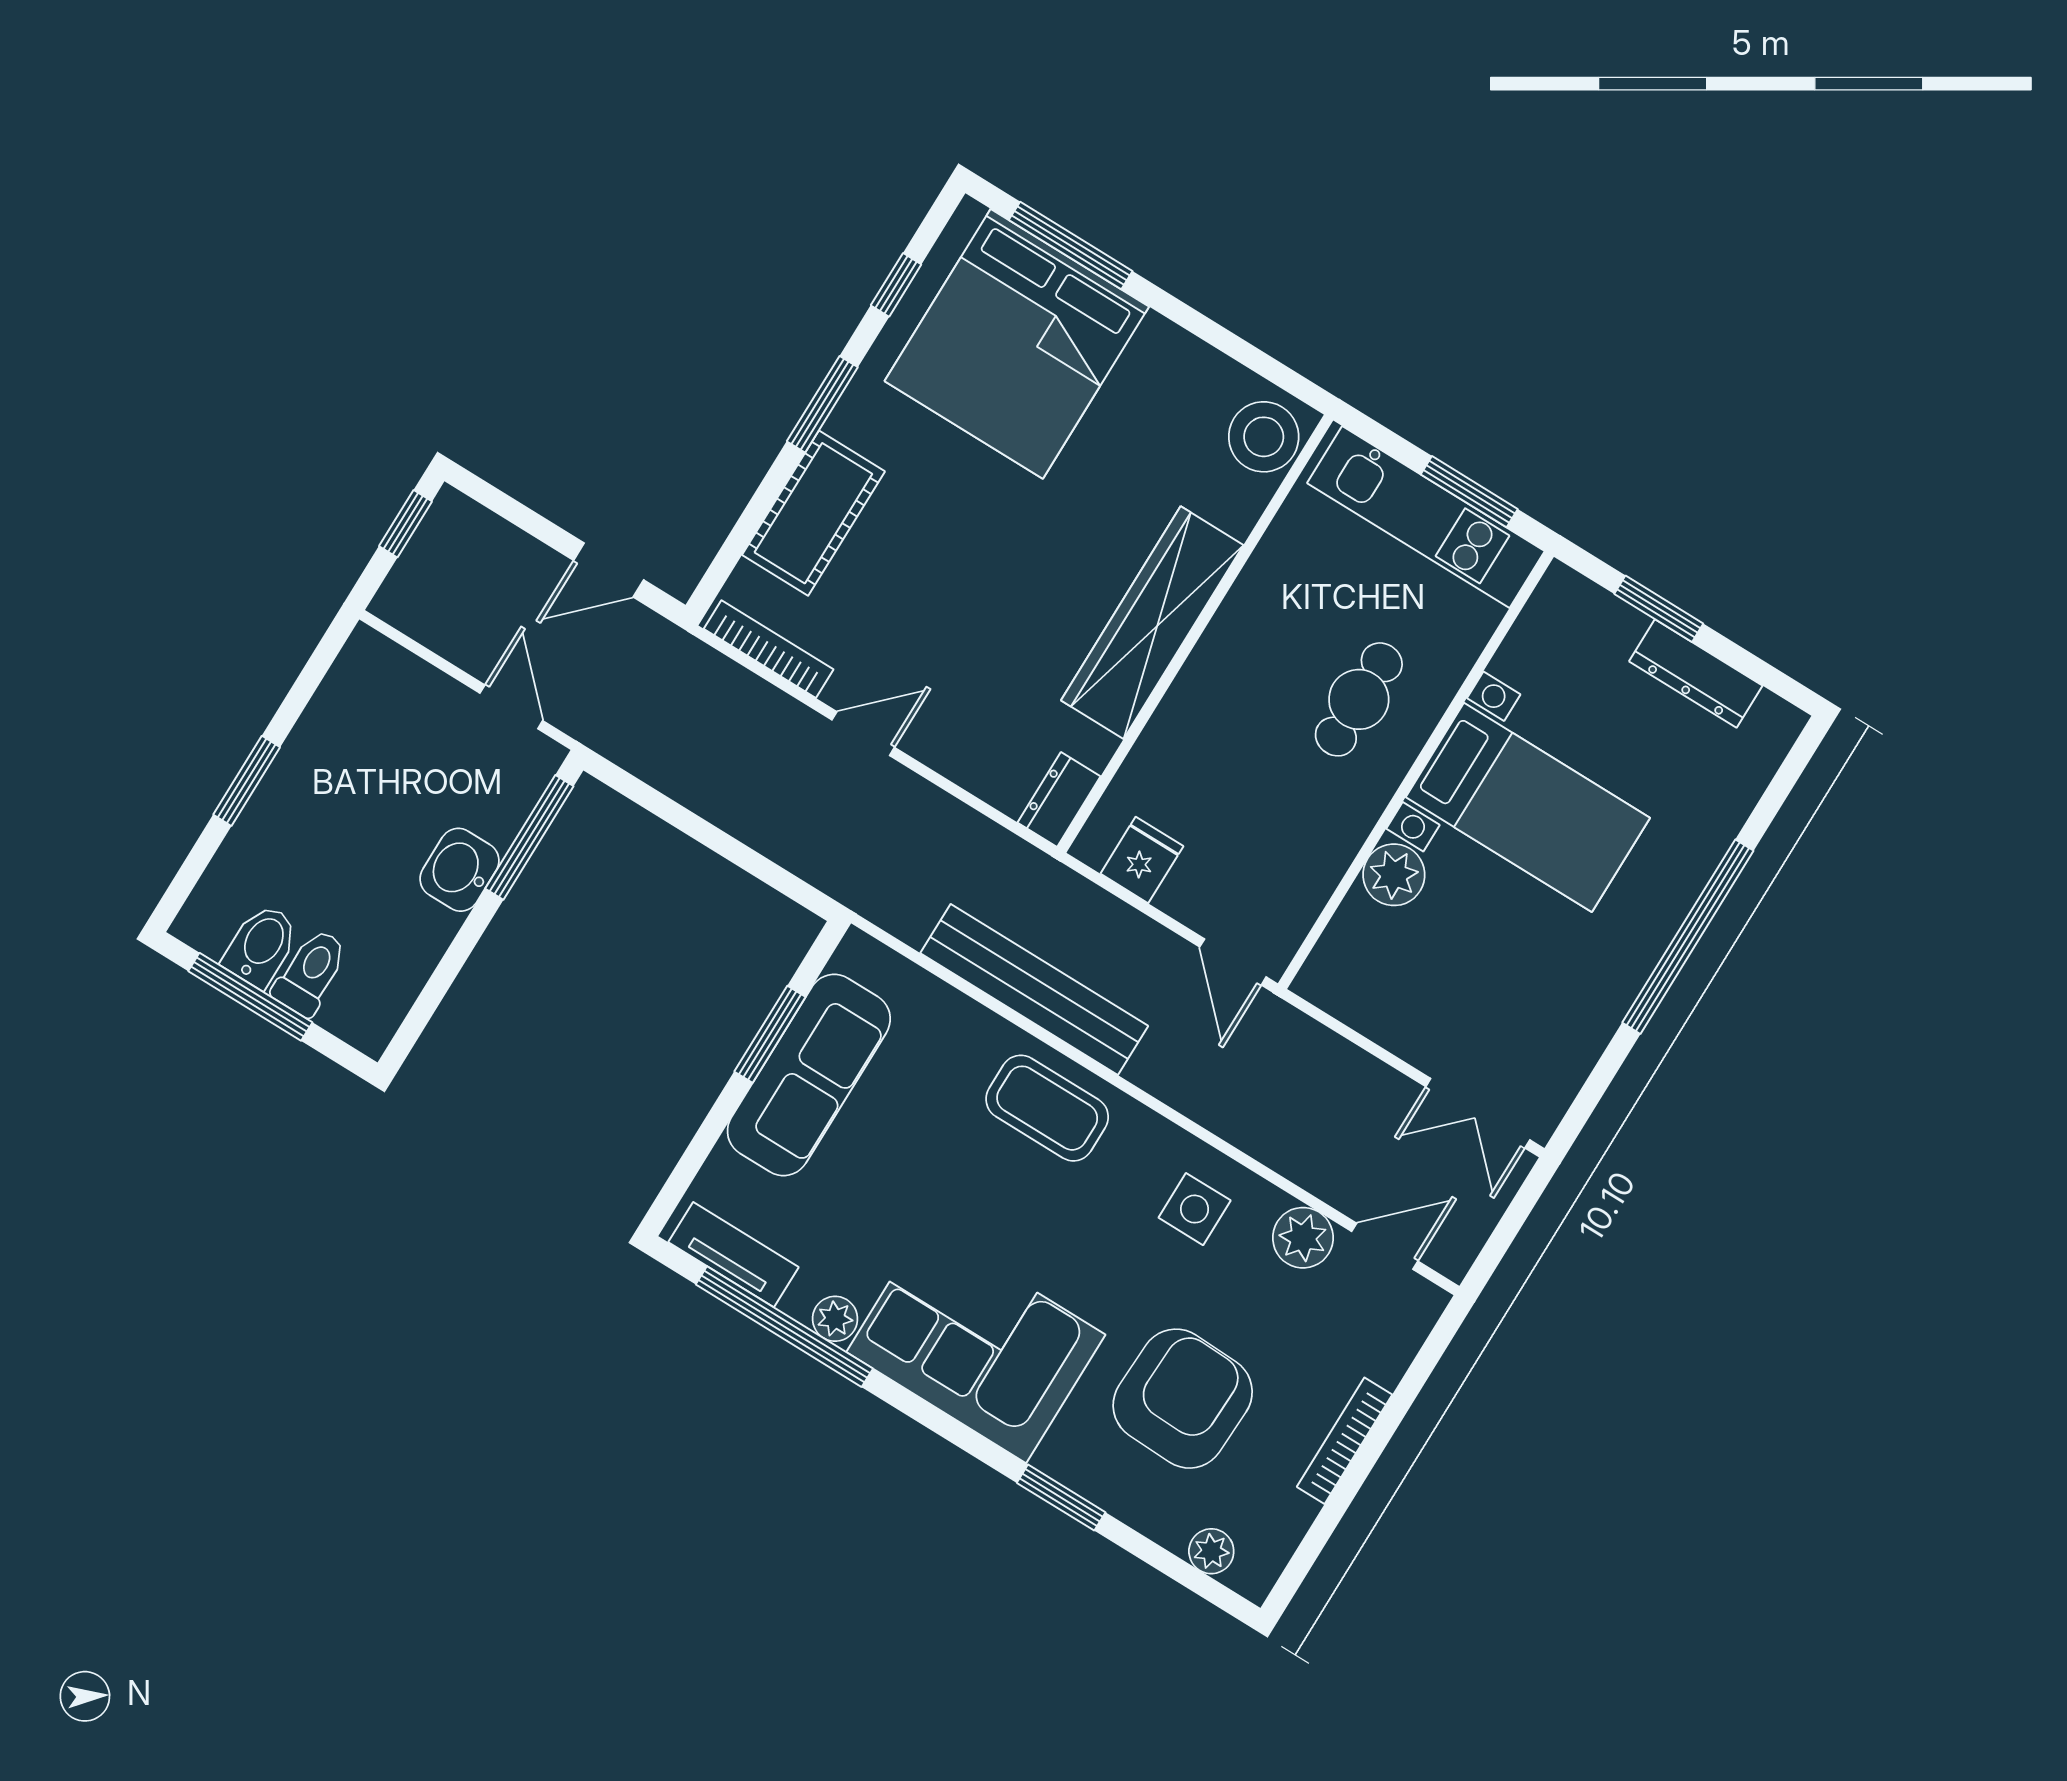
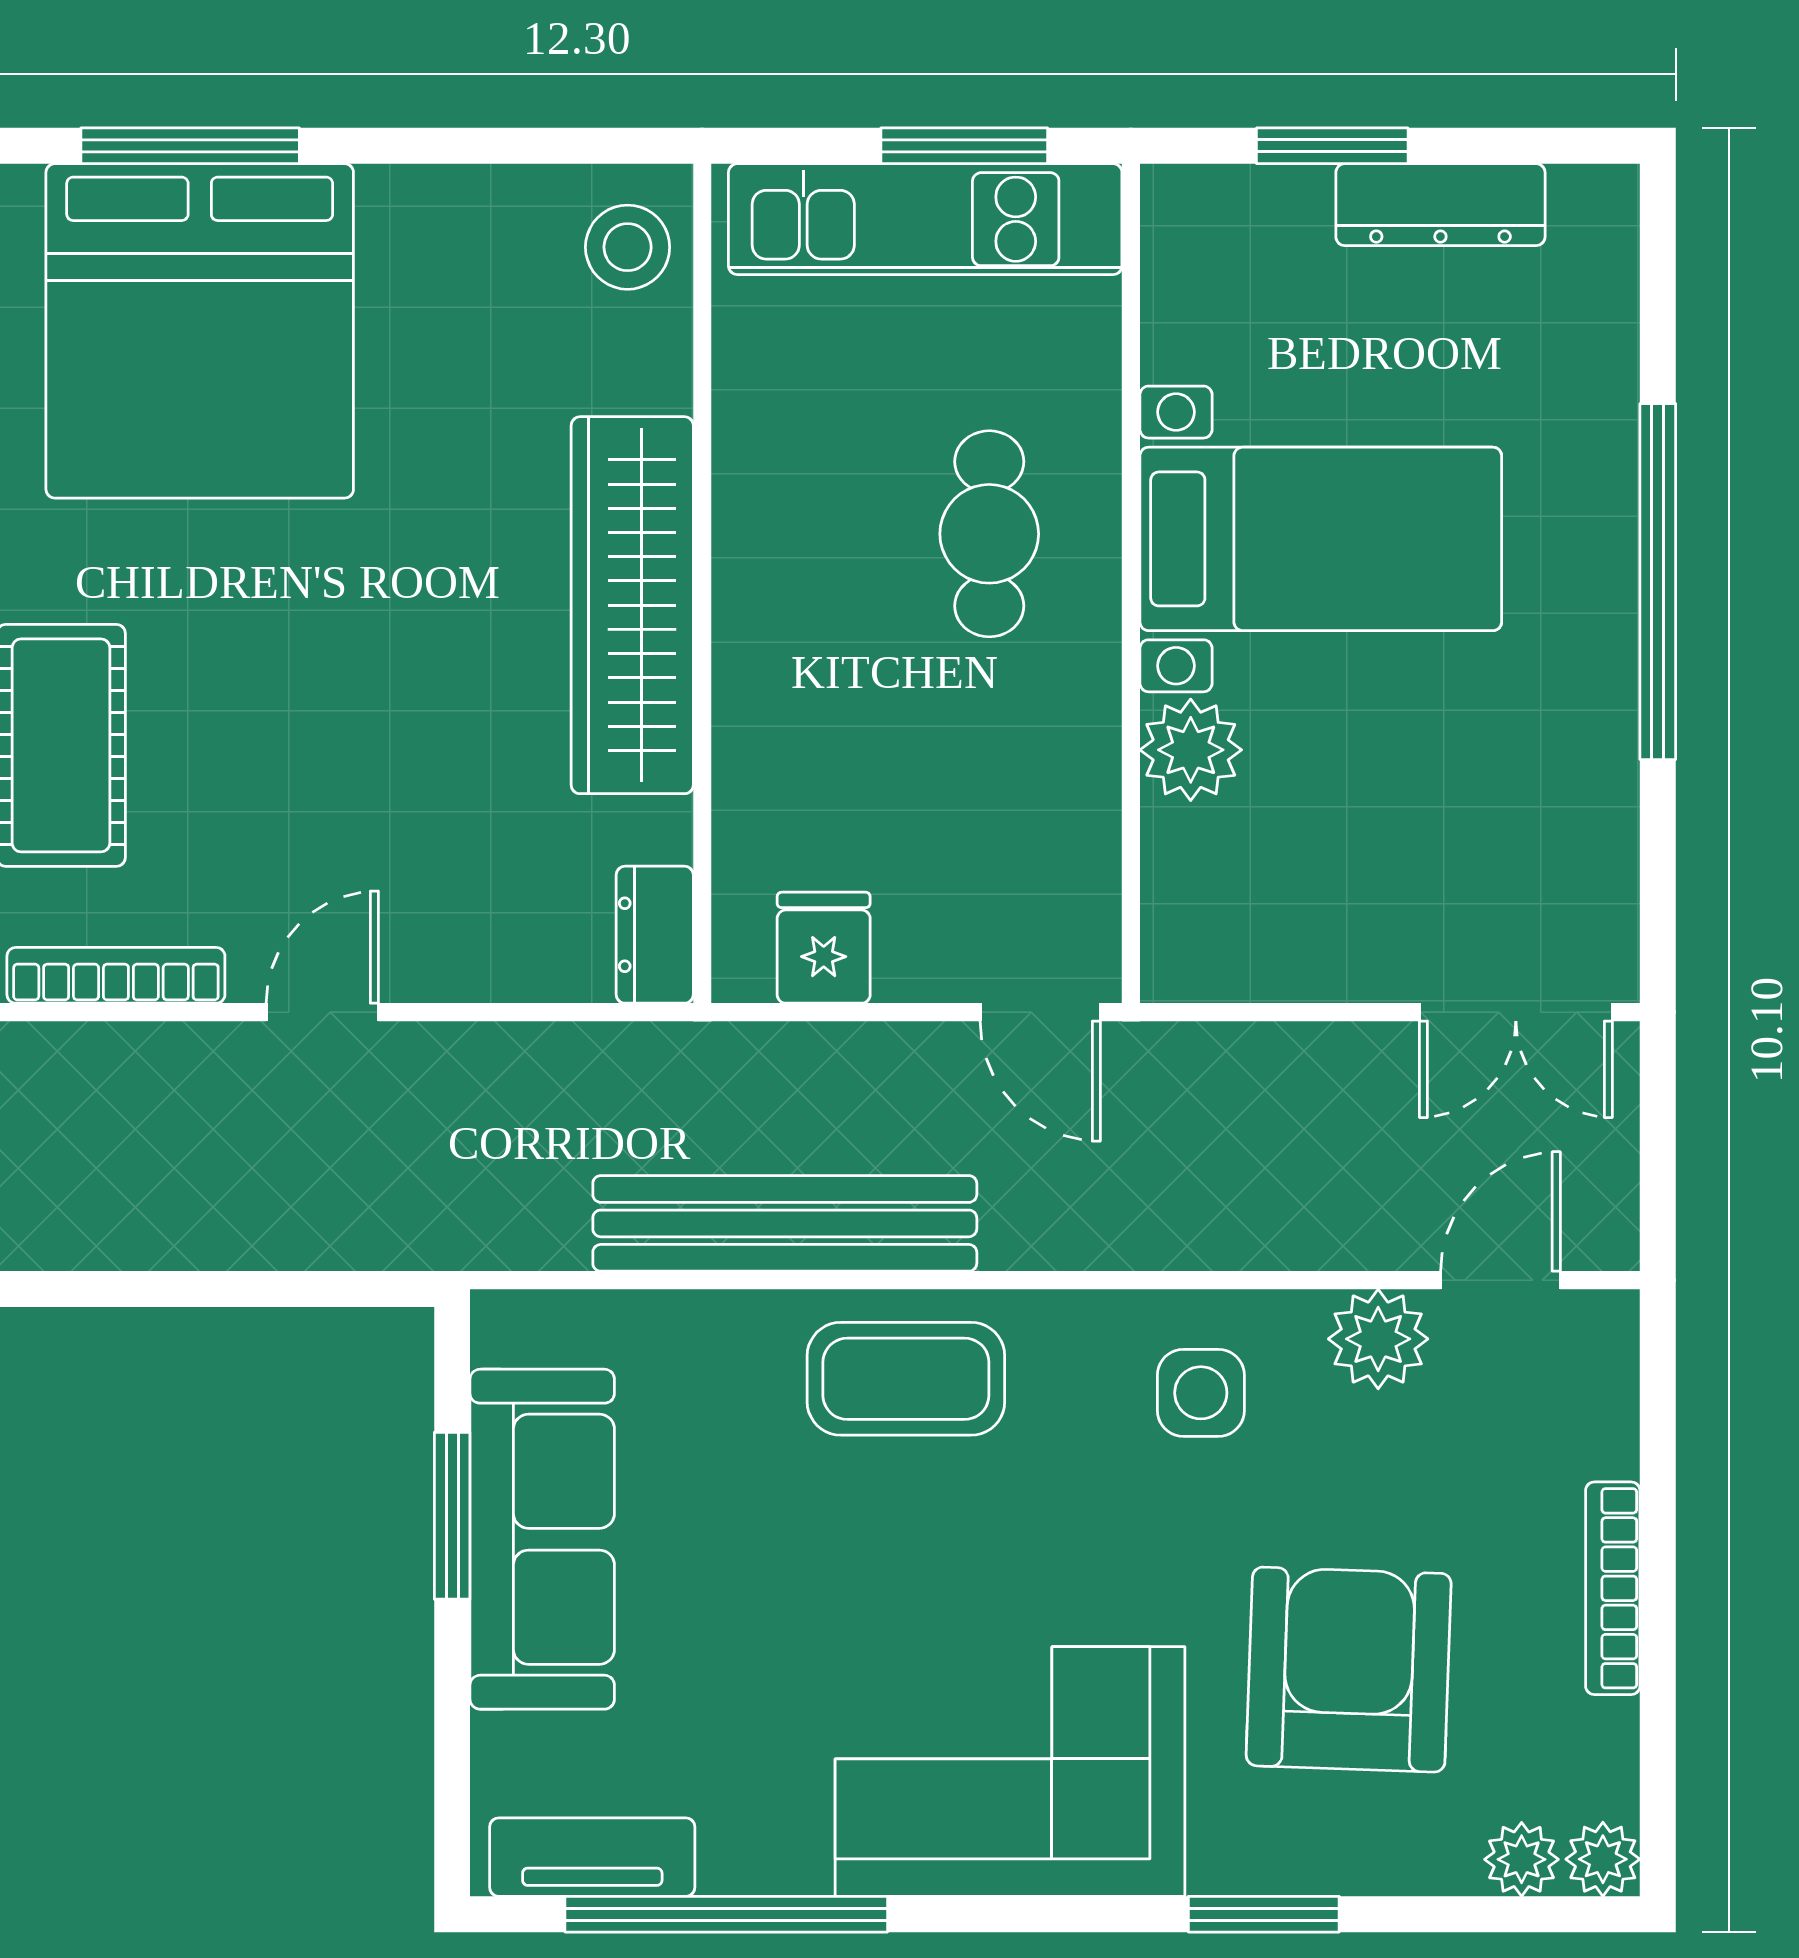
stool: (1264, 437) -> (628, 247), width x0.73, depth x0.73
plant: (835, 1319) -> (1603, 1859), moved

